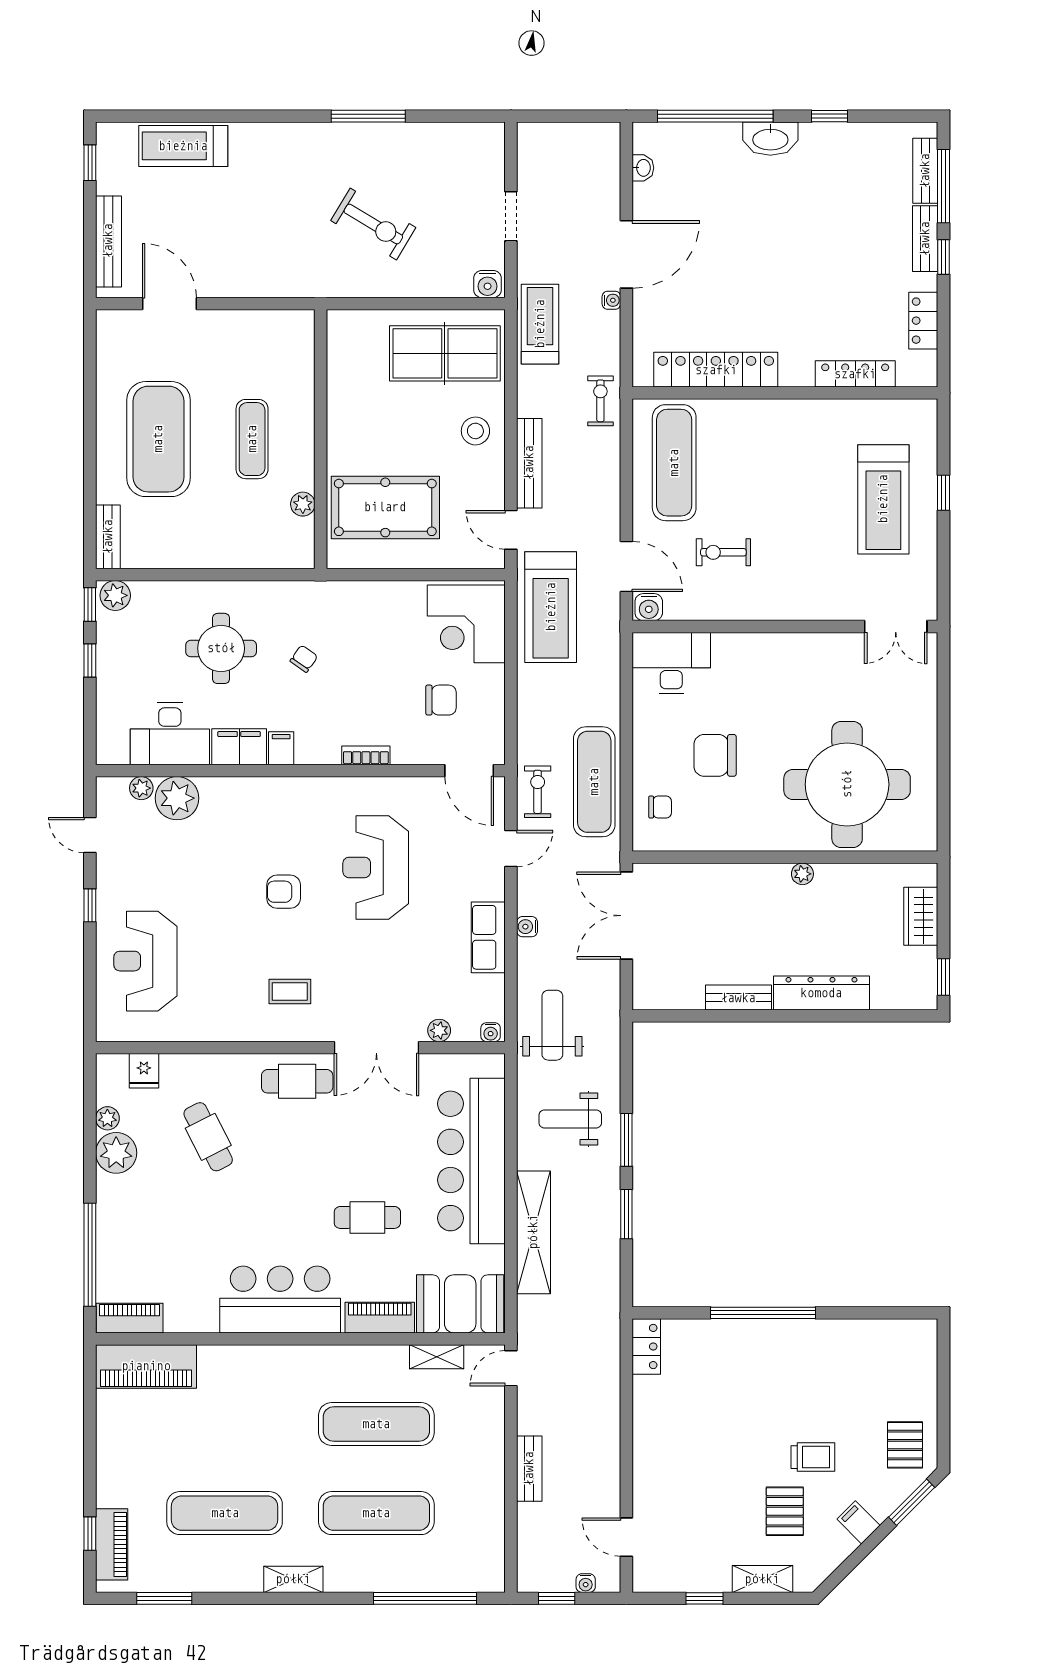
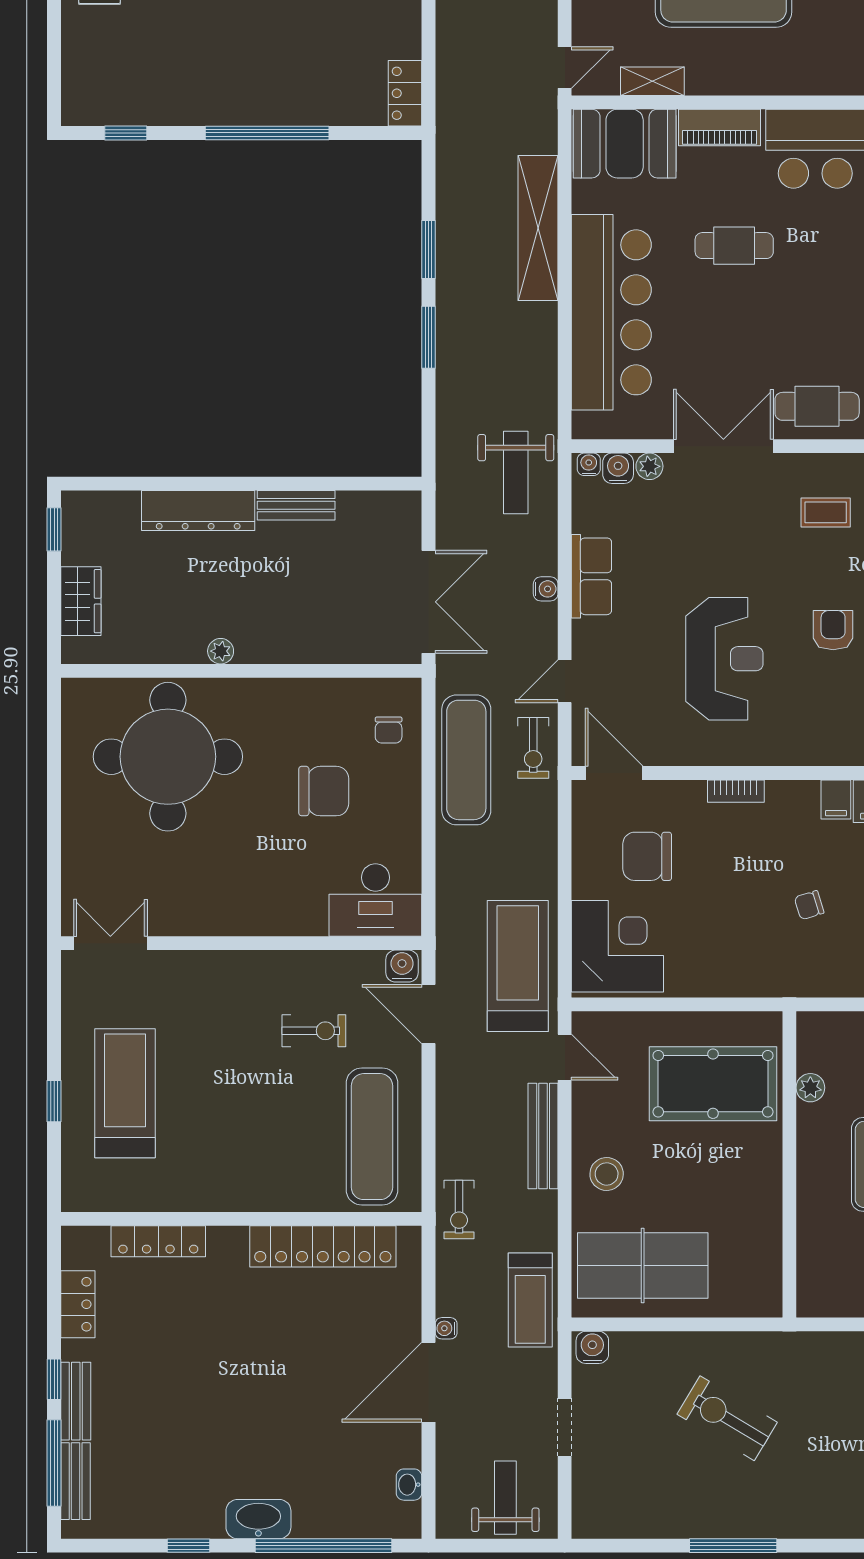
chair: (304, 659) -> (809, 905), turned 38
chair: (441, 700) -> (647, 856), width x1.37, depth x1.37
chair: (660, 807) -> (389, 730), turned -90
armchair: (284, 892) -> (833, 630), turned -90
water cooler: (466, 1029) -> (618, 468), added
weight bench: (570, 1119) -> (505, 1498), moved, turned -90
window: (883, 1313) -> (126, 133), added

